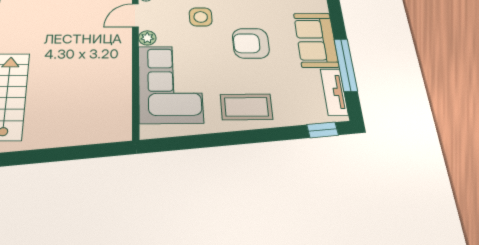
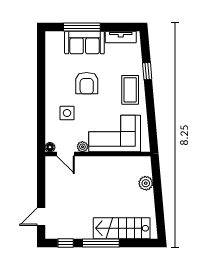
window: (346, 65) -> (82, 27), moved
window: (323, 130) -> (147, 71), moved
plant: (84, 133) -> (146, 183), added

